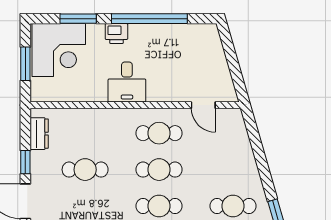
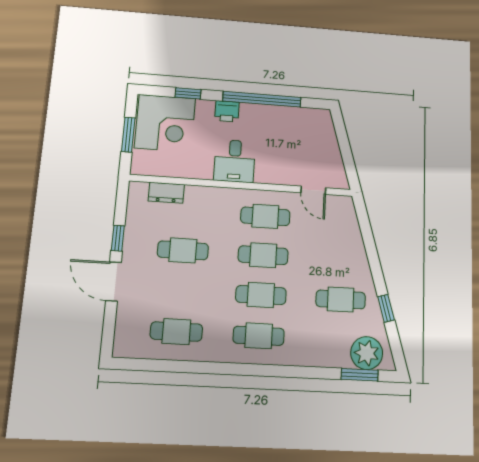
window: (78, 19) -> (188, 93), width x0.67
dresser: (39, 134) -> (166, 193), moved, turned 90

